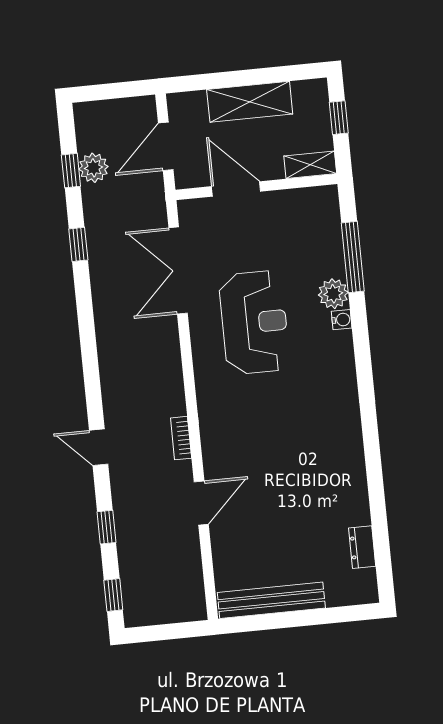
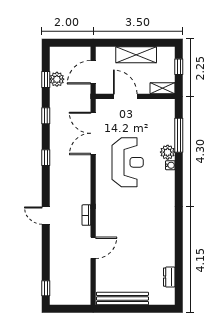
window: (107, 527) -> (46, 158), moved

